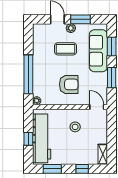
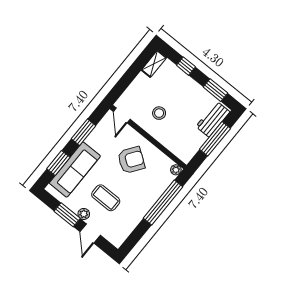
armchair: (69, 84) -> (131, 160), turned 125
workbench: (42, 138) -> (213, 119), width x0.53, depth x0.76
window: (28, 139) -> (215, 139), width x2.17

